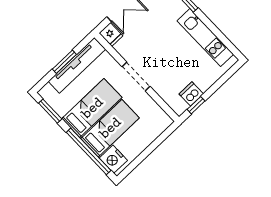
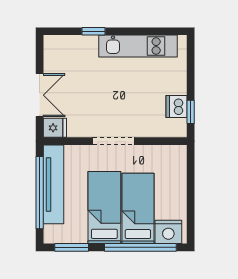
window: (64, 62) -> (40, 193), width x2.11

